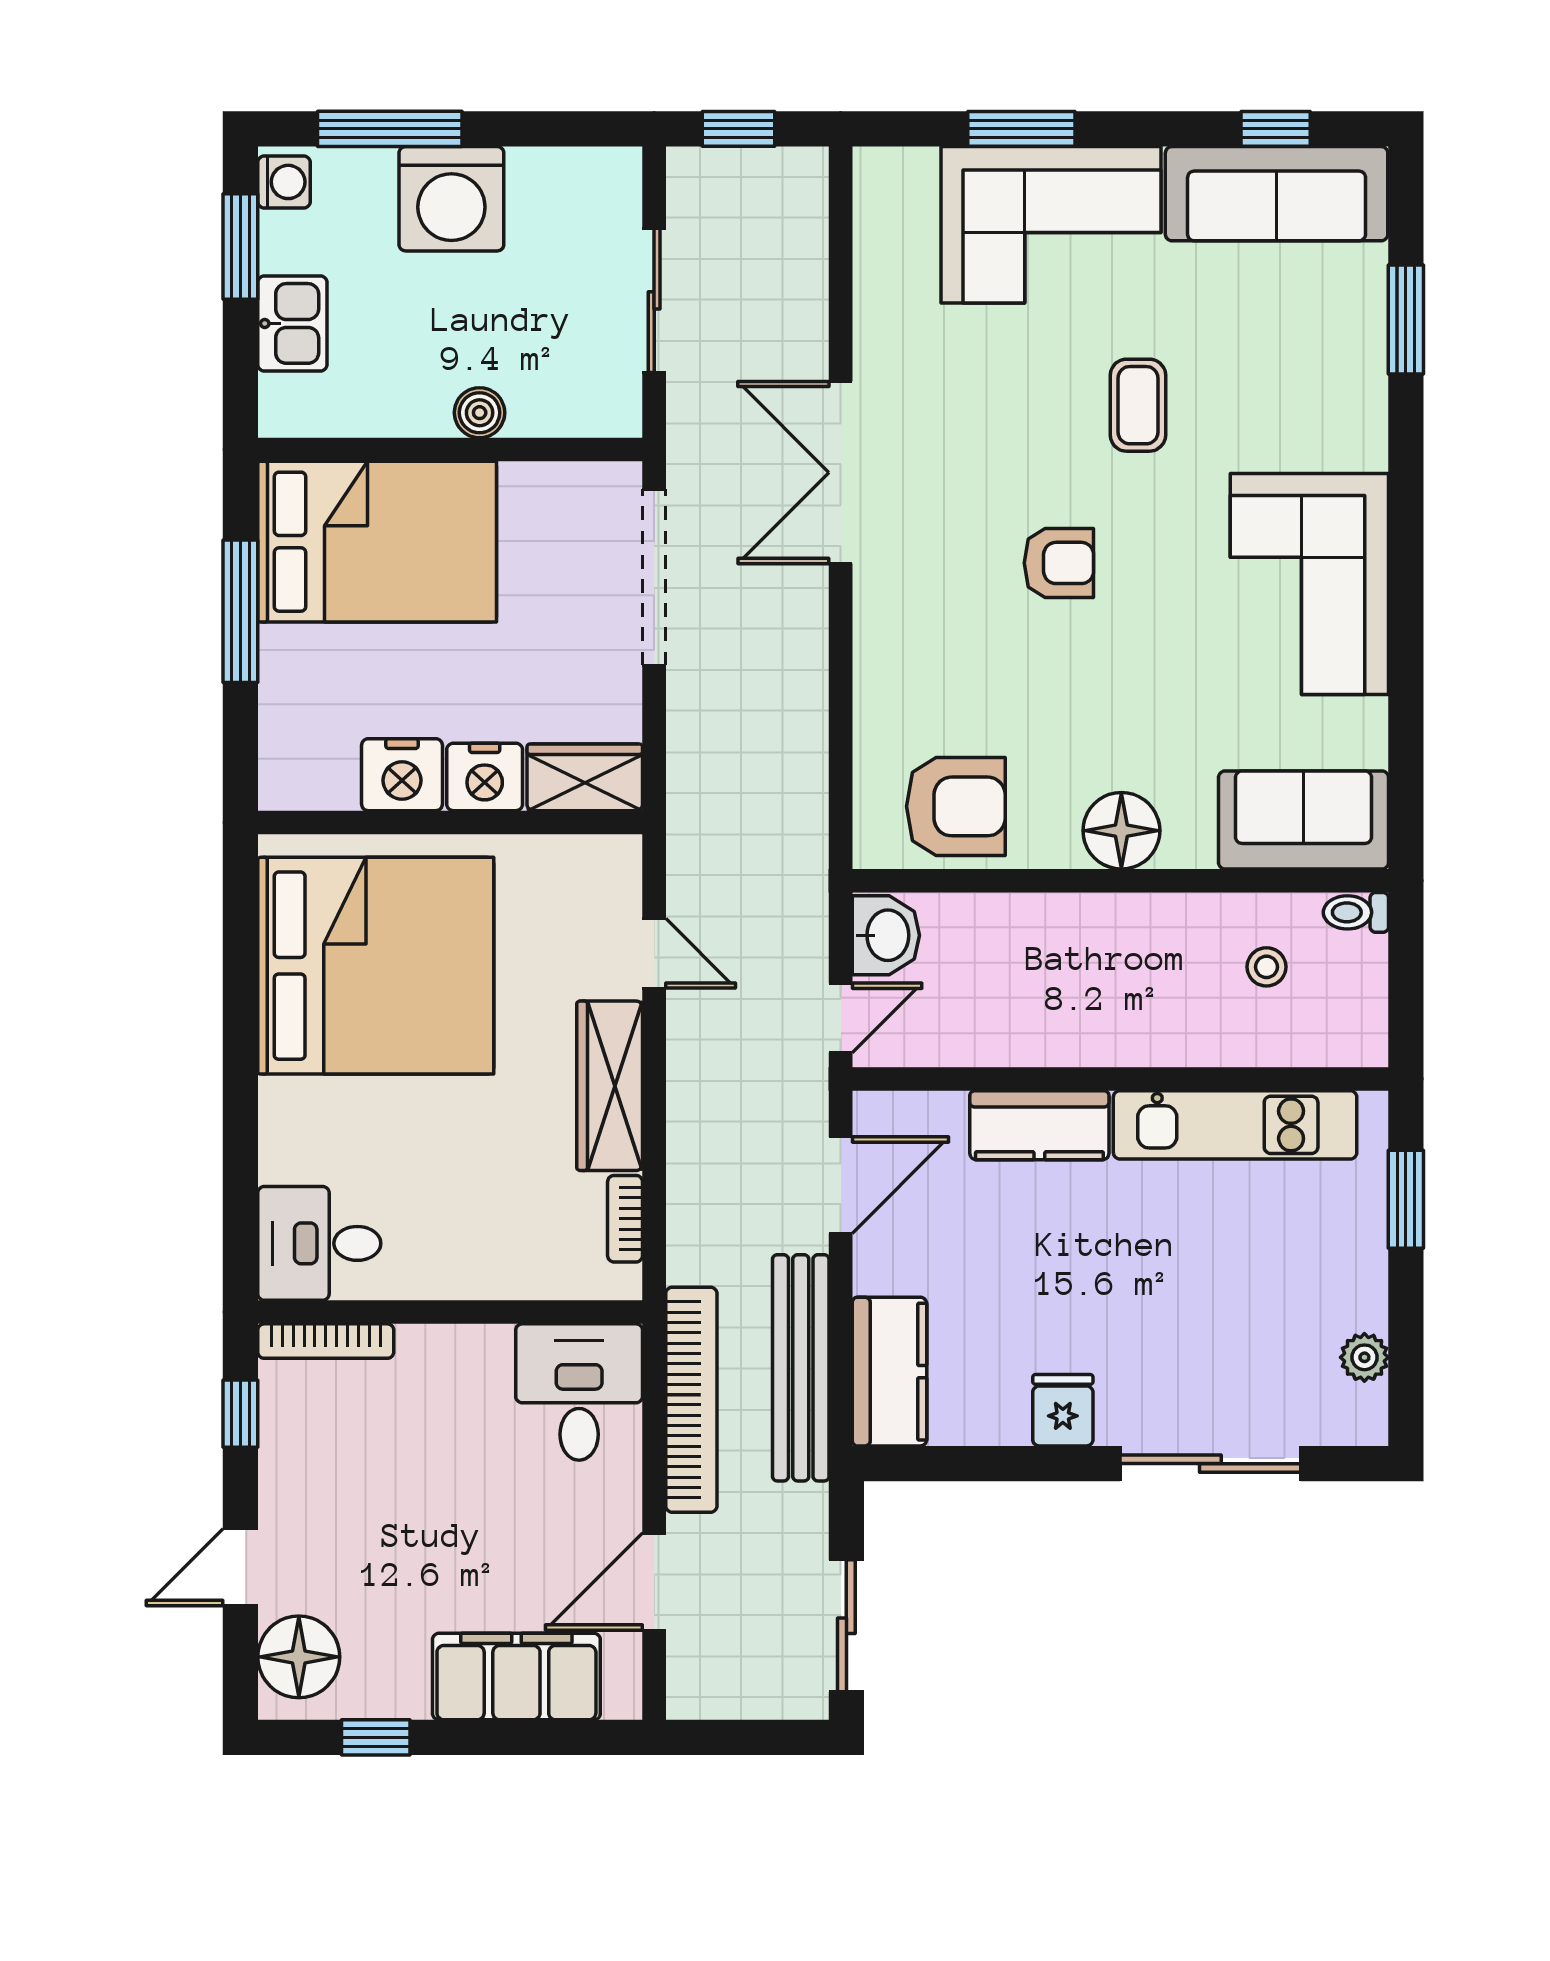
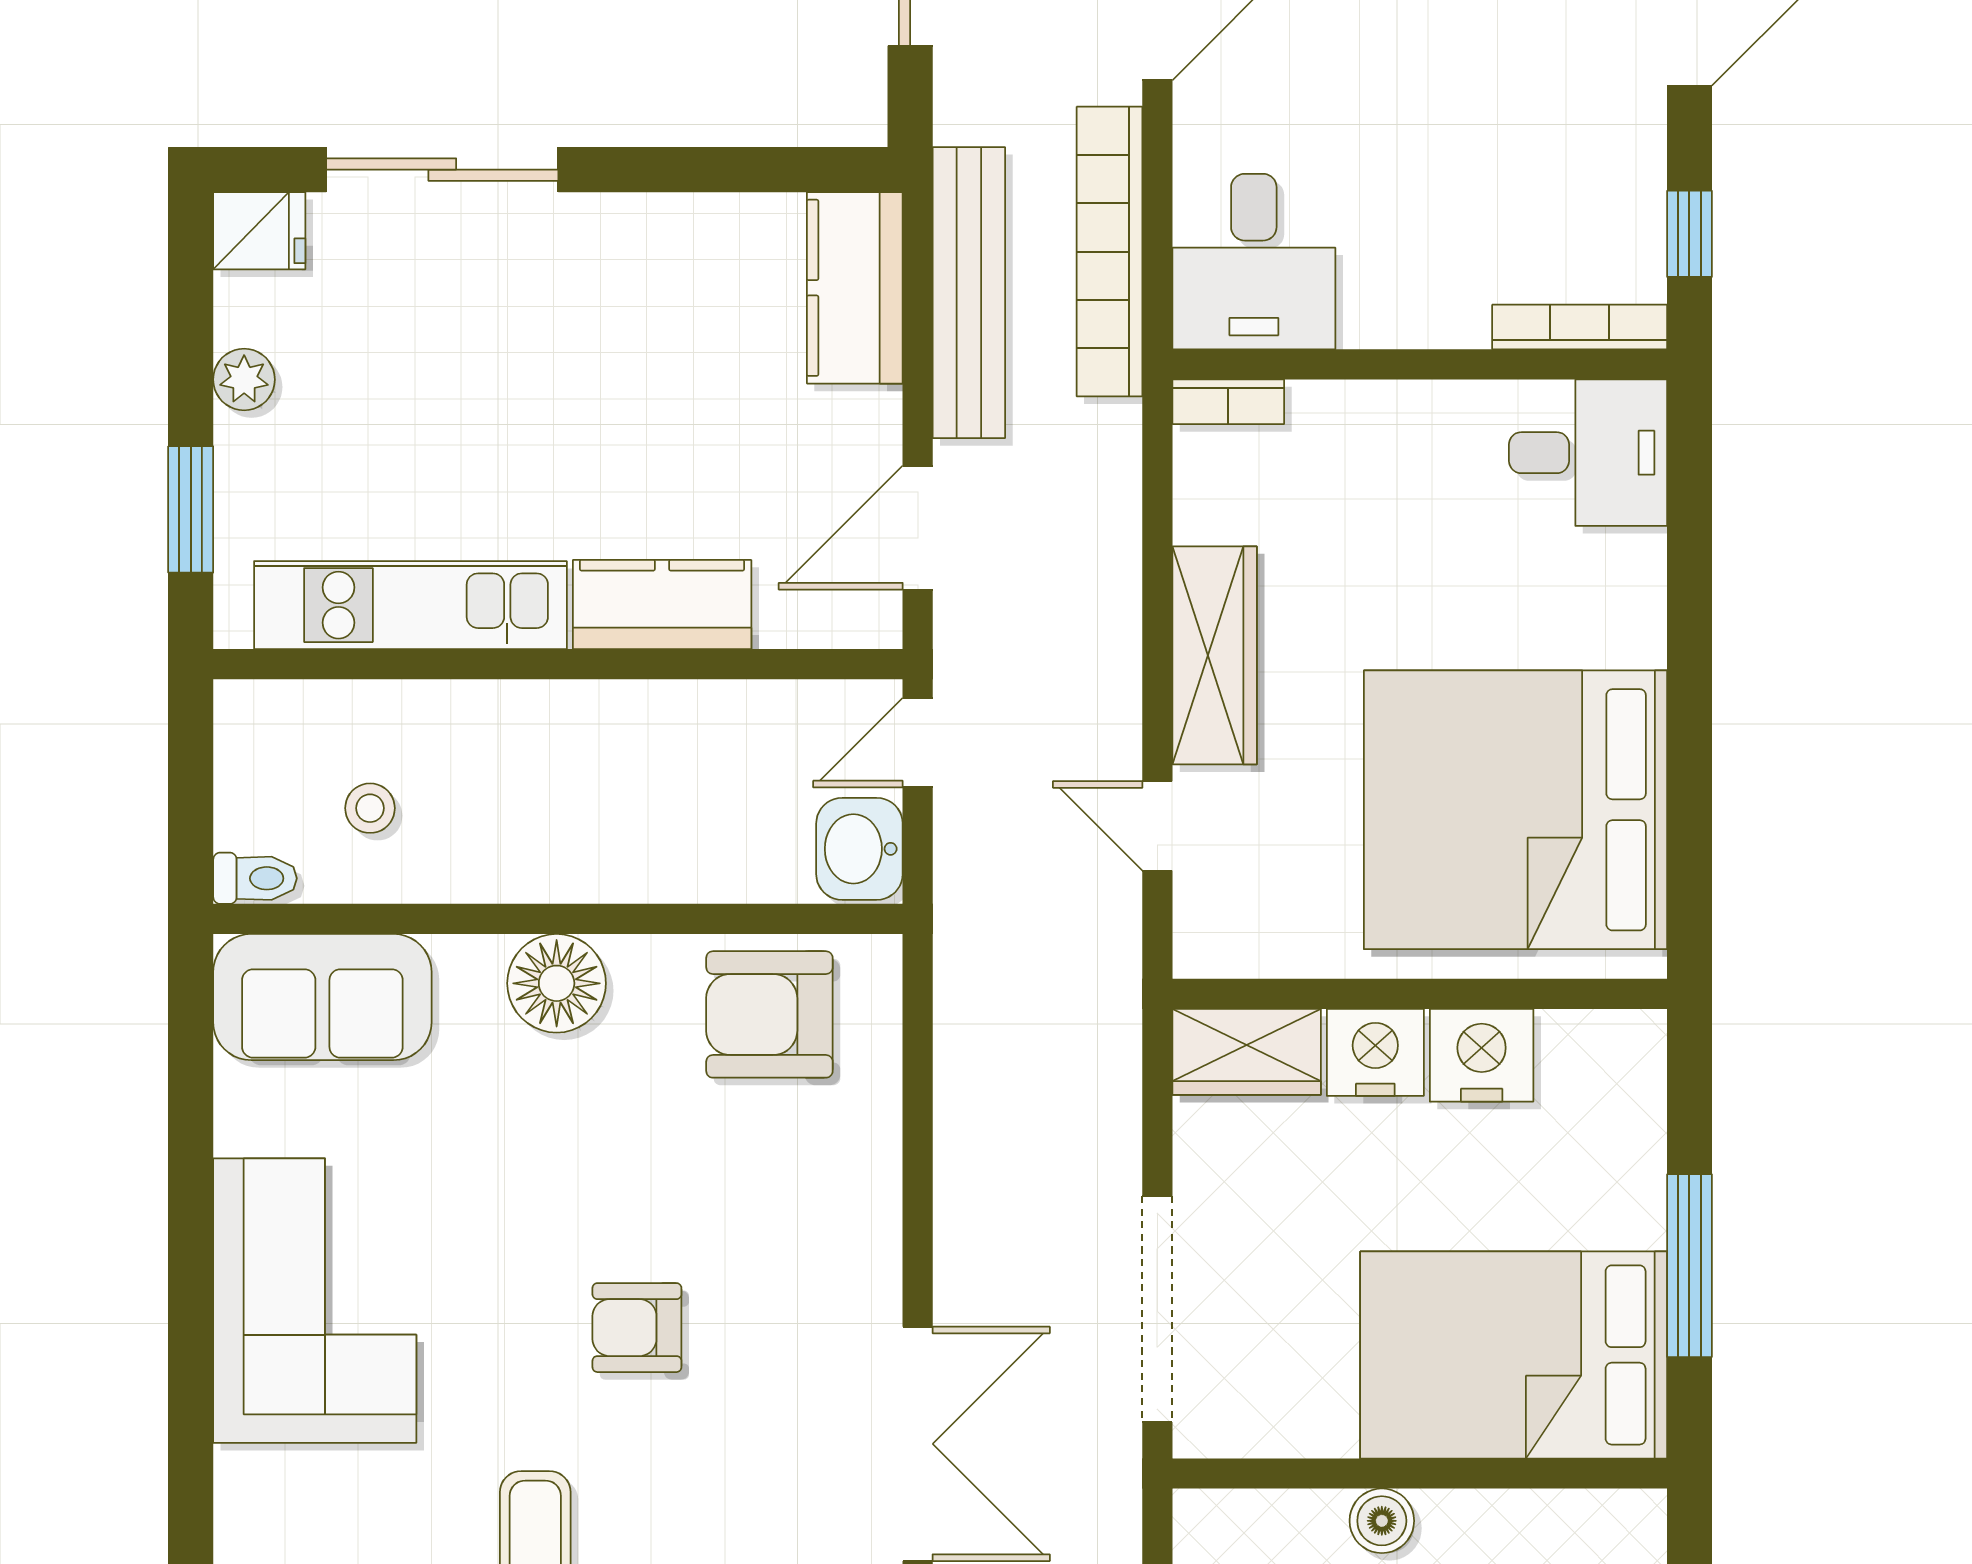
bookcase: (625, 1219) -> (1228, 402), moved, turned 90
plant: (1364, 1357) -> (244, 380), moved
fridge: (1063, 1410) -> (259, 231), moved, turned -90

